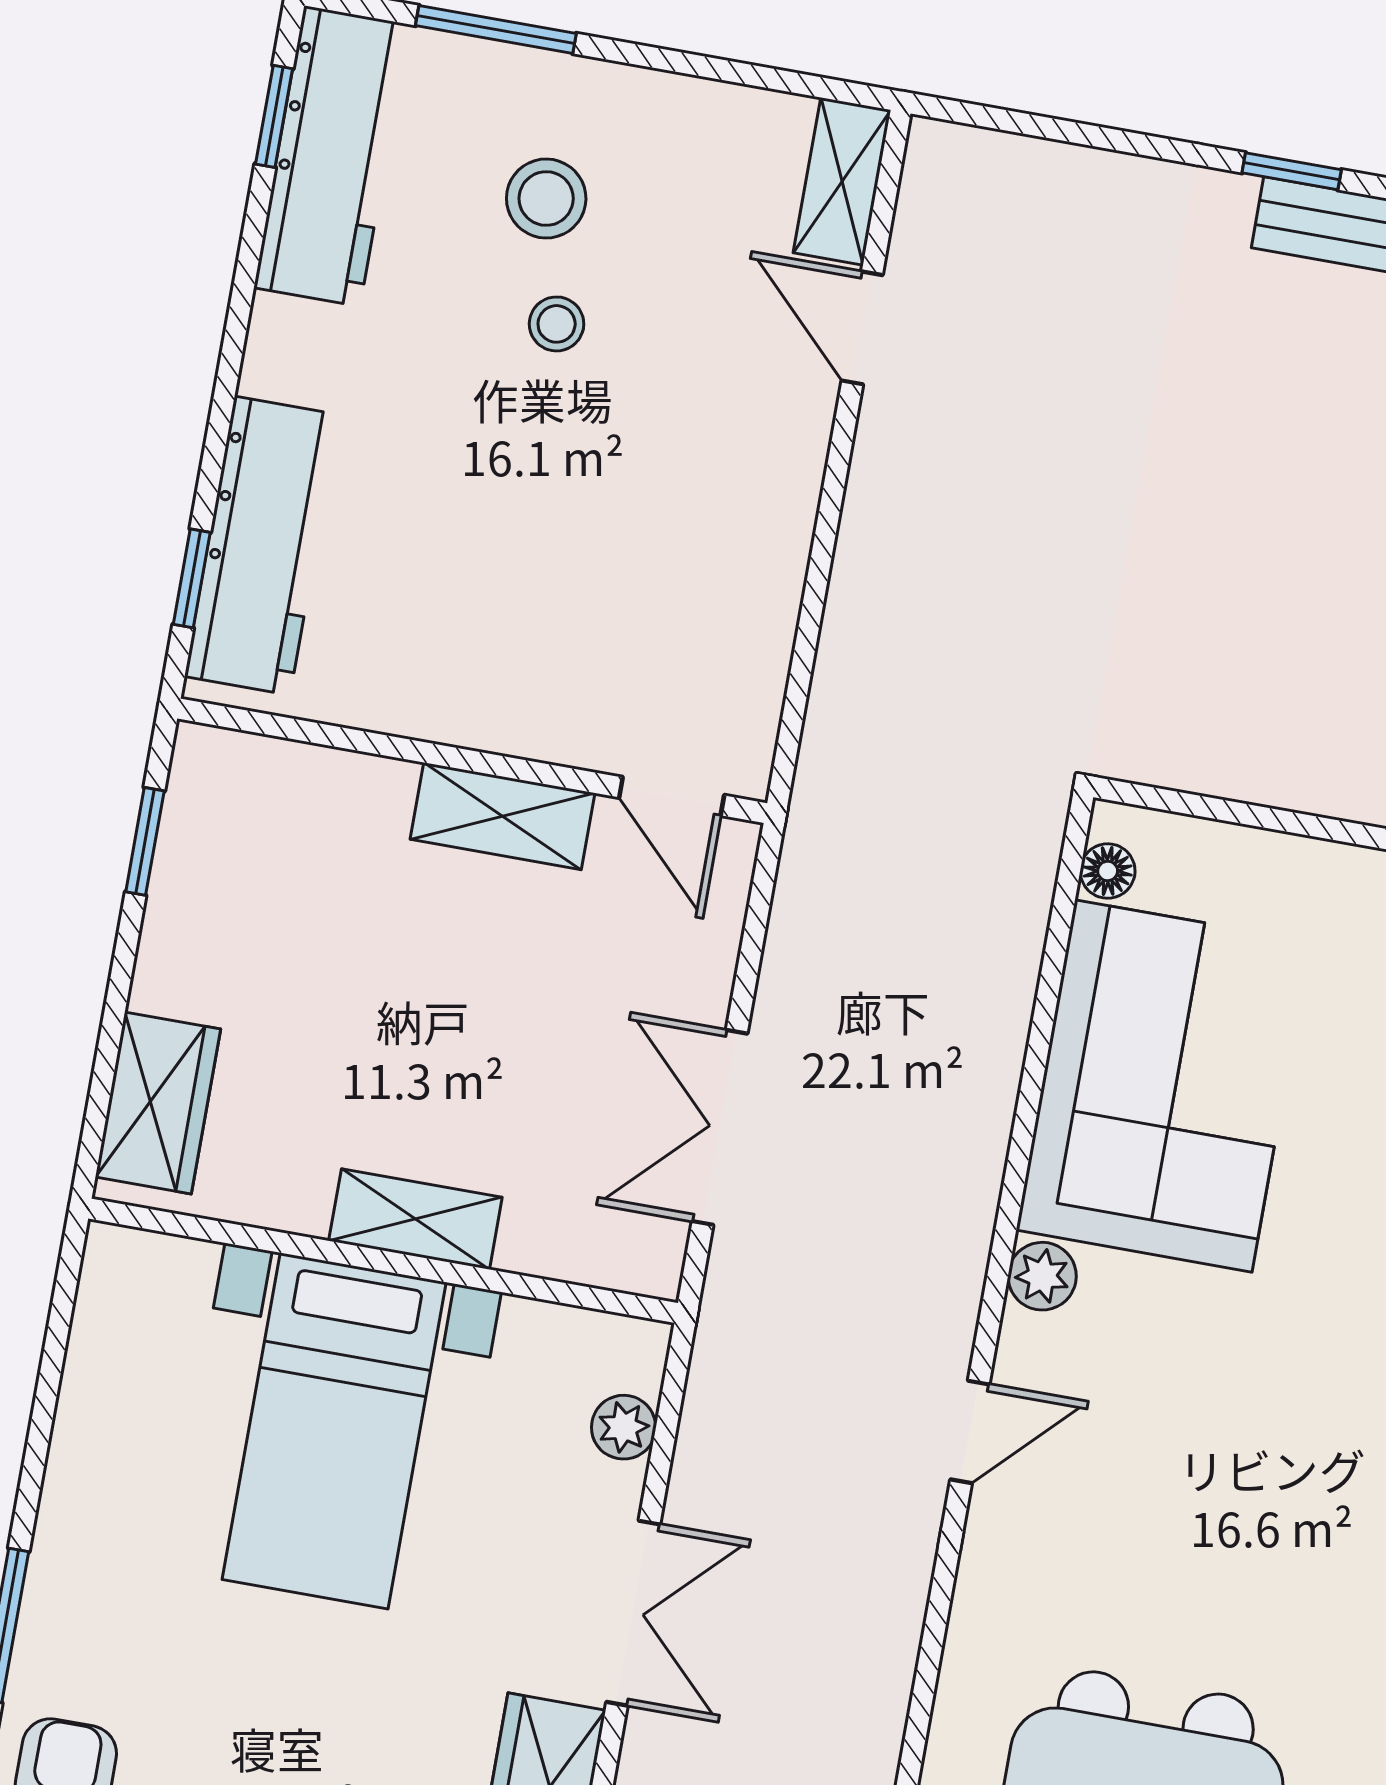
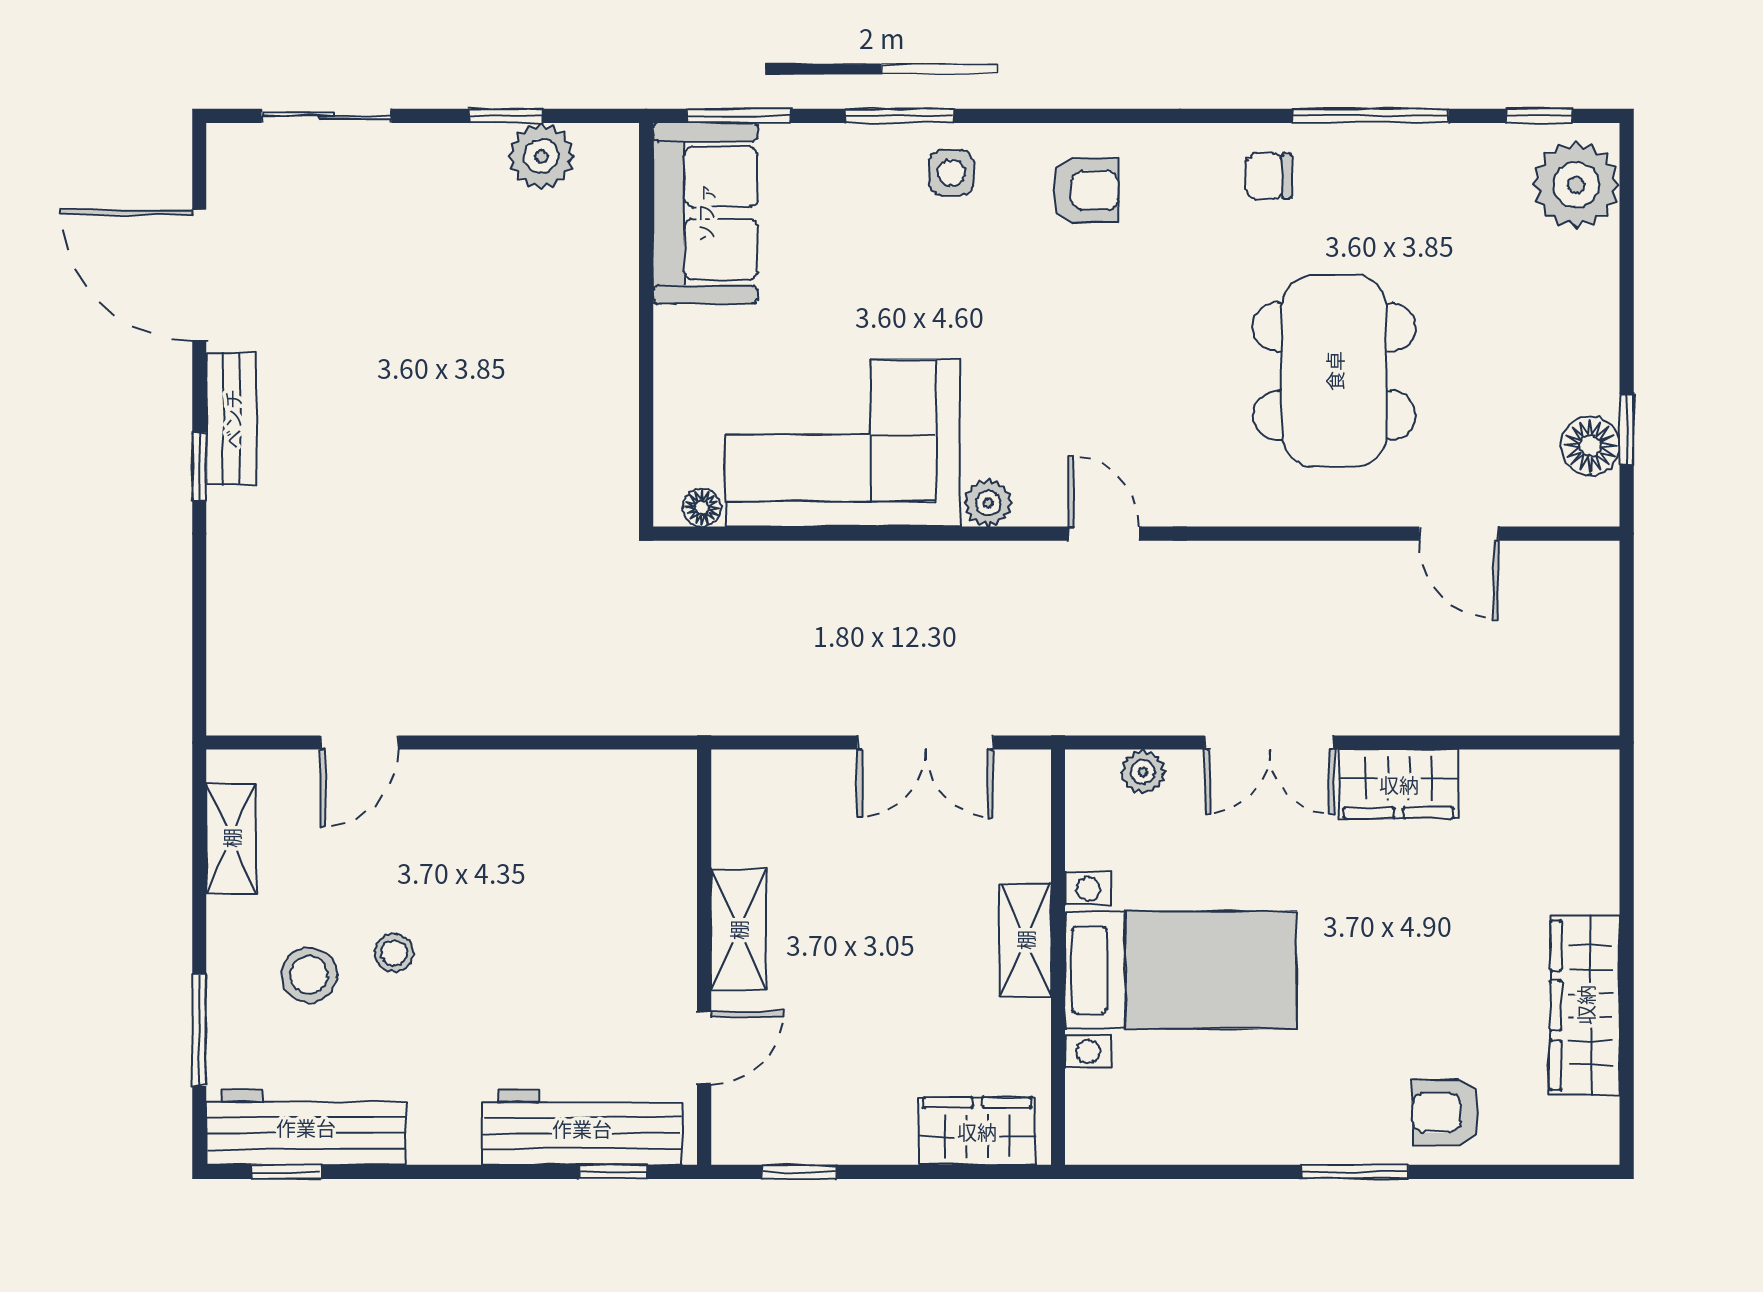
shelving: (842, 181) -> (231, 838), moved, turned 90
door: (672, 796) -> (704, 1048), moved
double door: (633, 1613) -> (1269, 742), swing flipped

